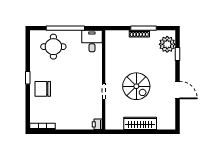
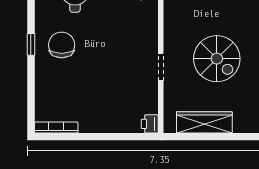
chair: (43, 89) -> (62, 45), moved, turned 90
wardrobe: (140, 123) -> (204, 122), moved

